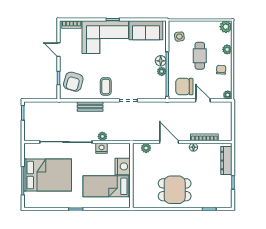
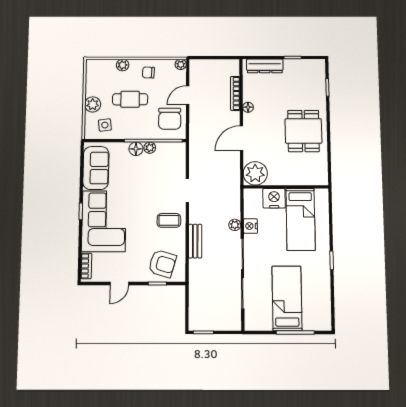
plant: (226, 27) -> (93, 104), moved
plant: (146, 148) -> (255, 173), width x1.88, depth x1.88
bed: (48, 175) -> (287, 298), width x0.67

